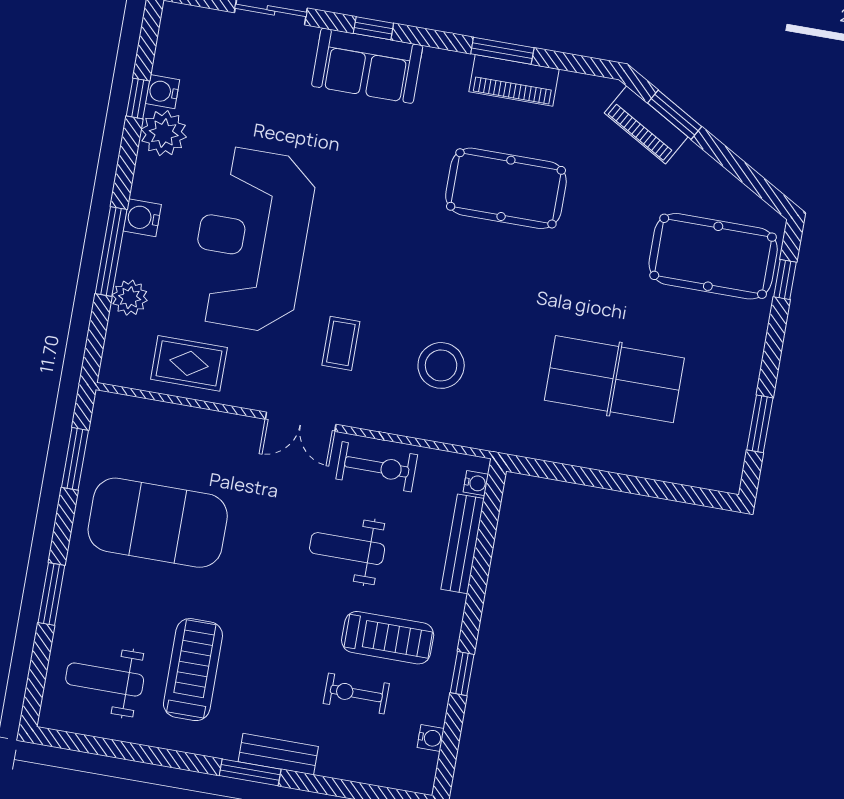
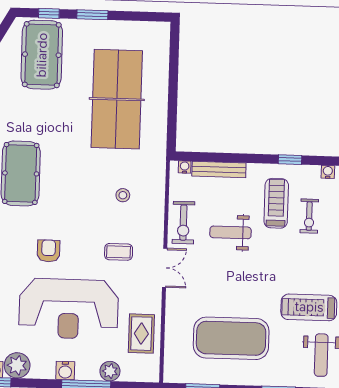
armchair: (360, 218) -> (49, 251), added
stool: (441, 365) -> (123, 195), width x0.53, depth x0.53
table tennis table: (614, 379) -> (117, 99), width x1.36, depth x1.32
window: (760, 424) -> (92, 15), moved
exercise bike: (377, 467) -> (183, 223), turned 180
exercise mat: (158, 523) -> (231, 338), turned 90
weight bench: (347, 549) -> (230, 232), turned 90

